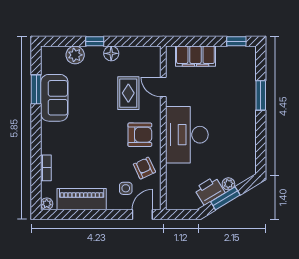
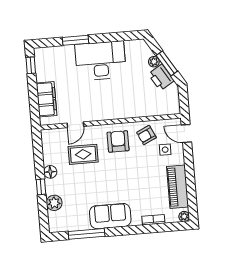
window: (36, 89) -> (87, 234), width x1.44
sofa: (54, 98) -> (110, 216), moved
desk: (187, 135) -> (101, 61), moved, turned 180

